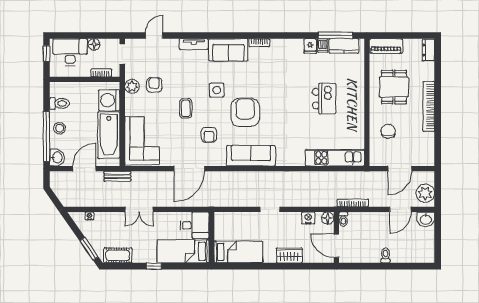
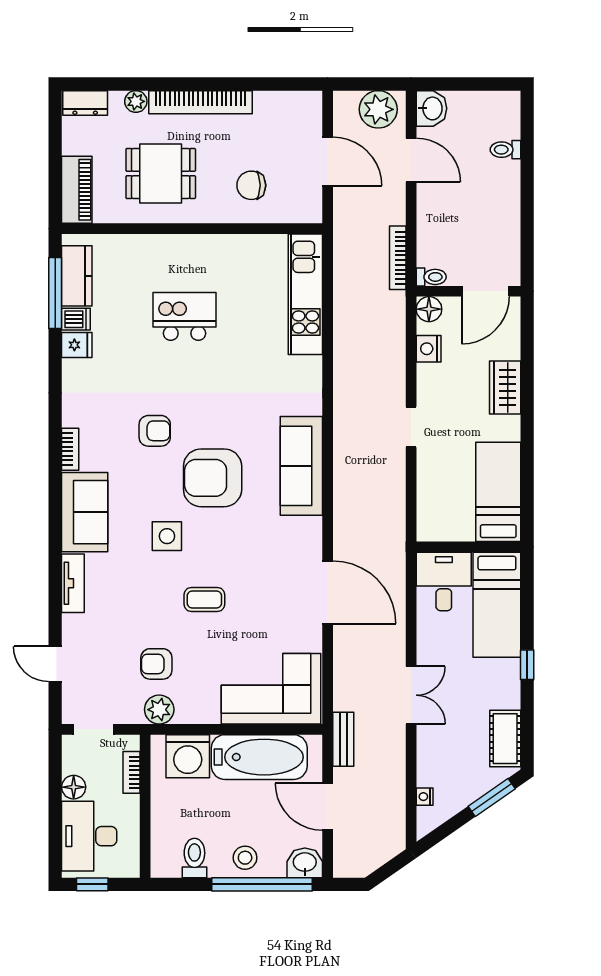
plant: (429, 75) -> (136, 101), added
armchair: (209, 135) -> (155, 431), moved
toilet: (386, 255) -> (505, 150), moved

